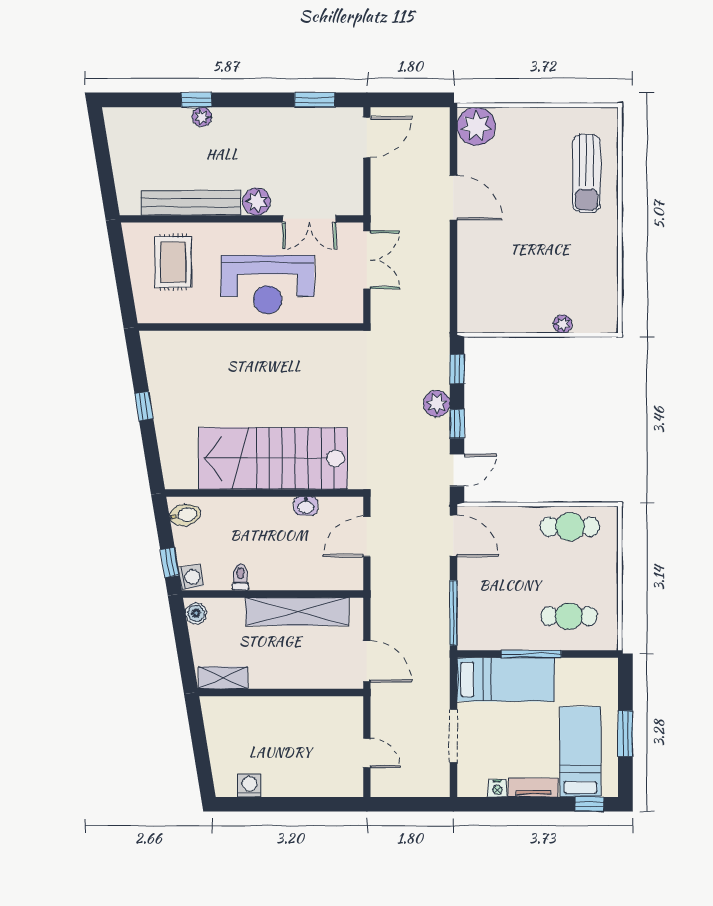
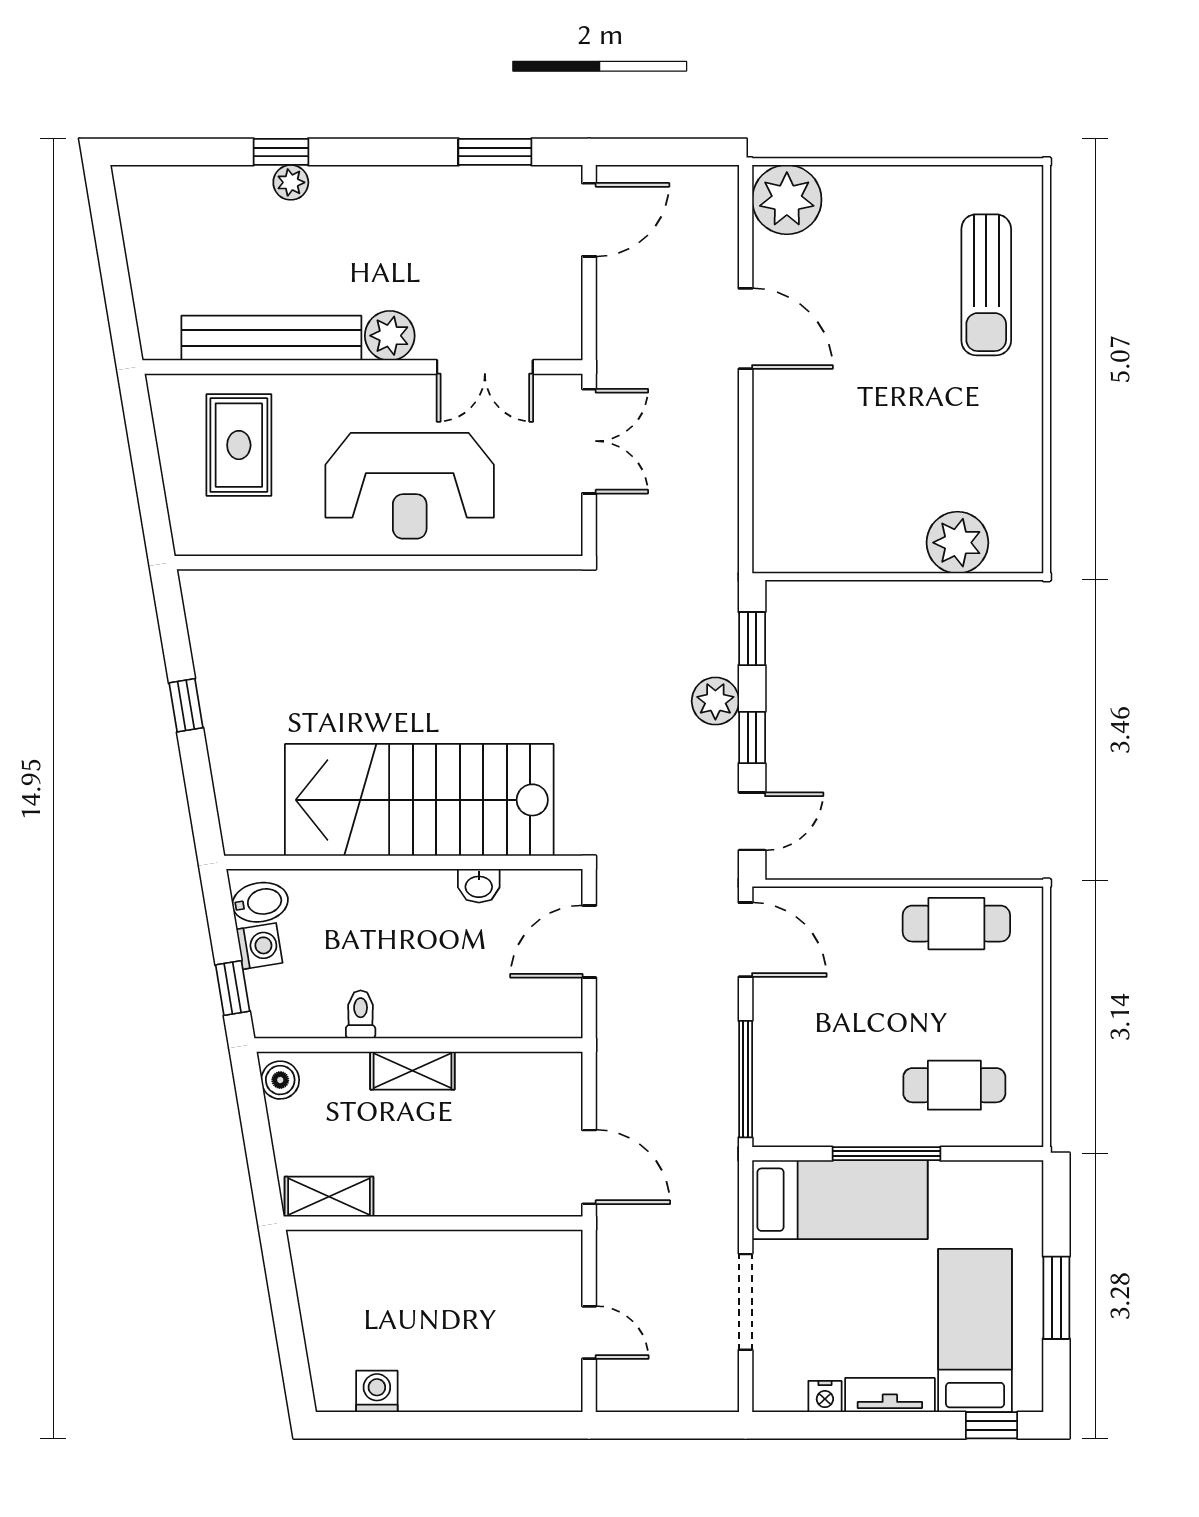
plant: (563, 324) -> (957, 543), width x1.88, depth x1.88
washing machine: (191, 577) -> (259, 946), moved
shelving: (297, 612) -> (412, 1071), width x0.45, depth x0.75

